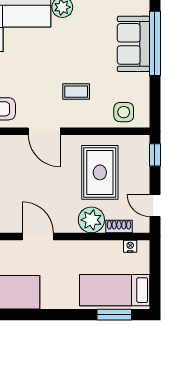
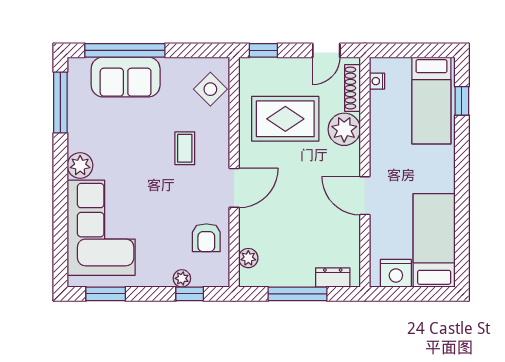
side table: (124, 112) -> (210, 89), turned 45
shoe rack: (119, 227) -> (352, 88), width x1.43
door: (38, 237) -> (365, 196), hinge flipped
window: (114, 315) -> (462, 101), width x0.67

